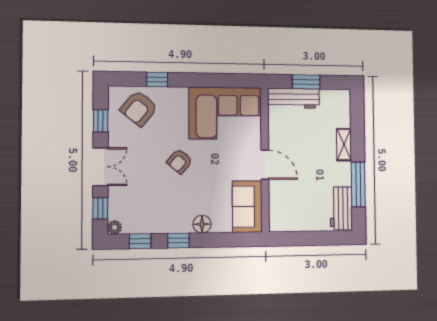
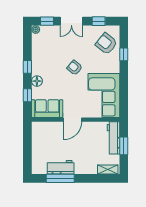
shelving: (344, 145) -> (108, 170), moved
workbench: (341, 208) -> (61, 167), moved
window: (140, 241) -> (27, 95), moved

